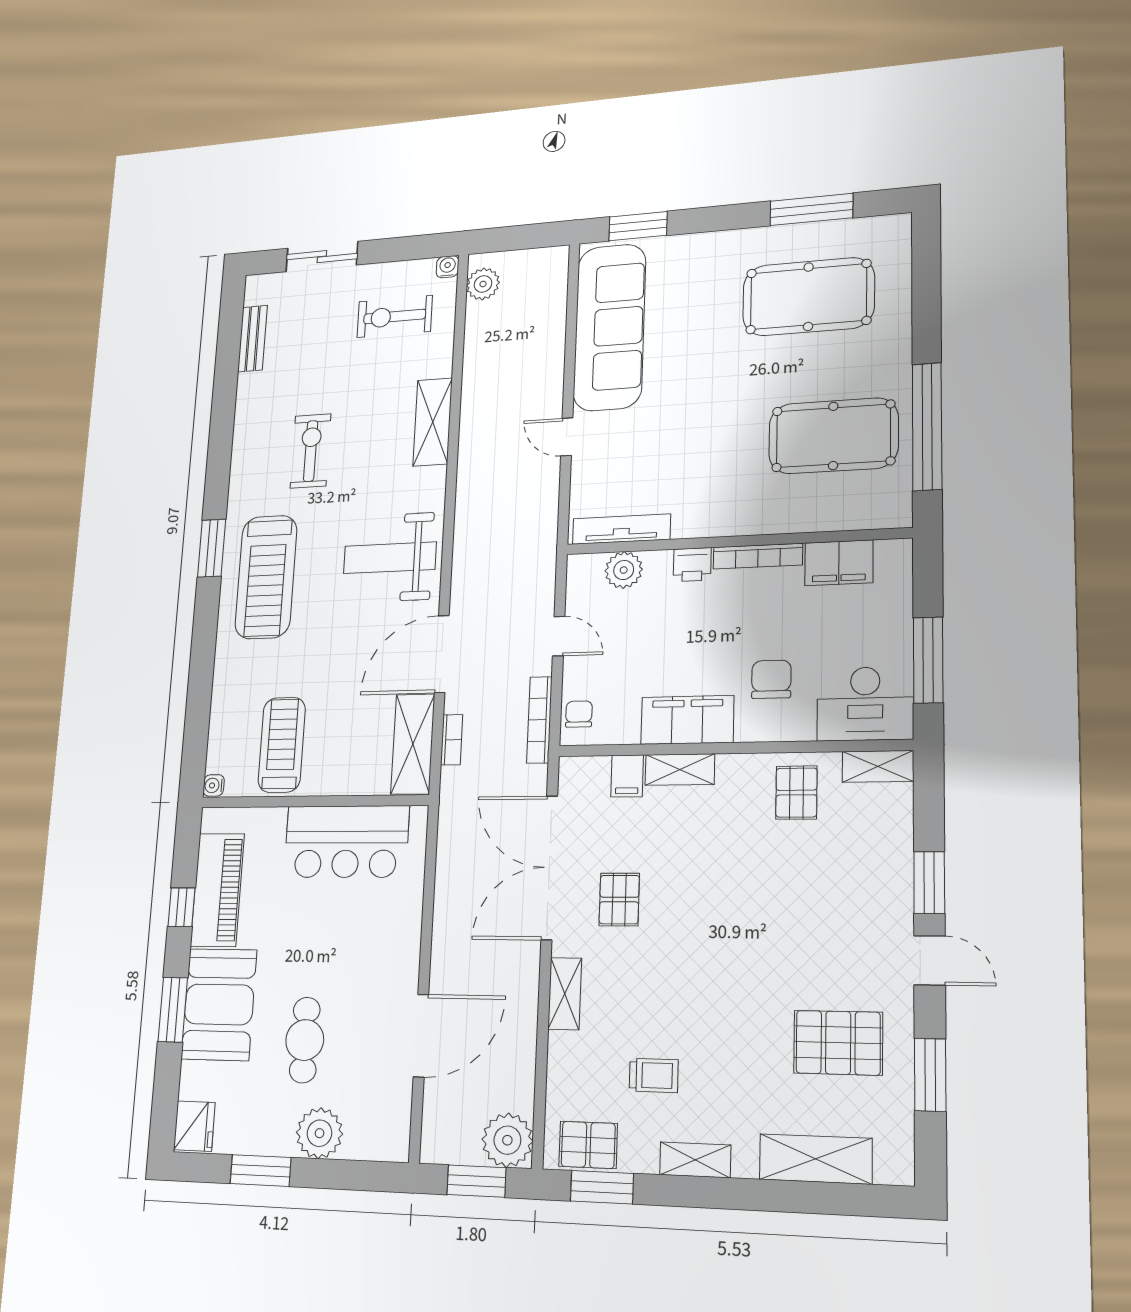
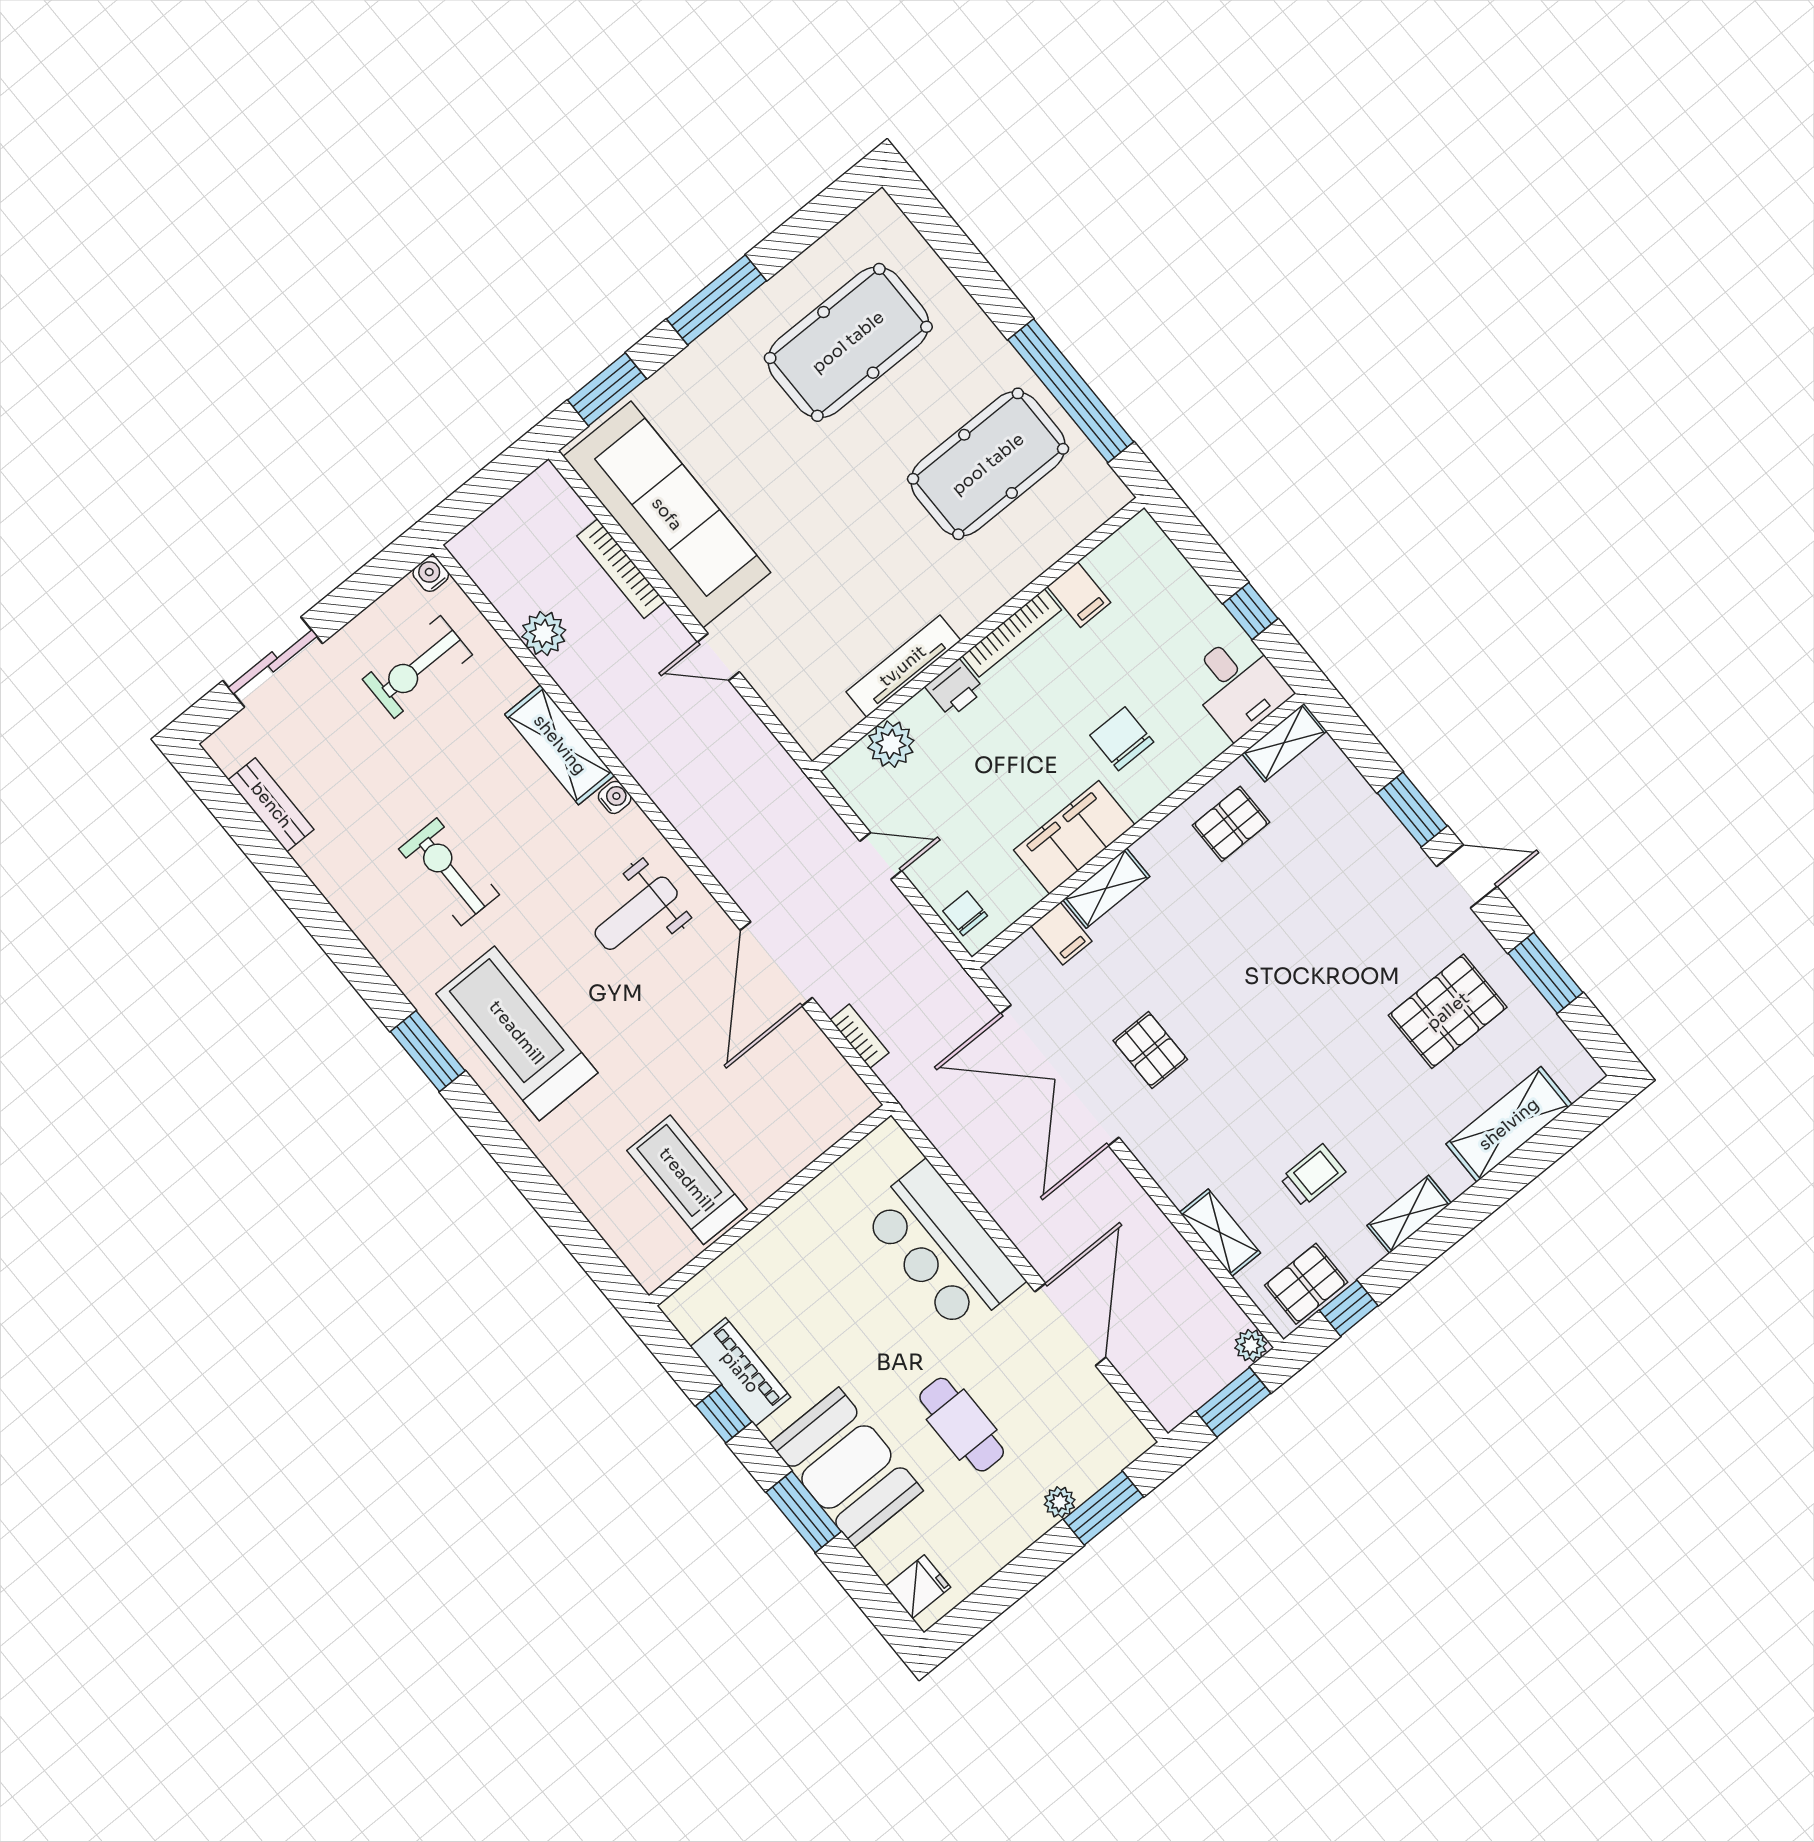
window: (811, 209) -> (717, 300), moved
plant: (483, 284) -> (544, 633), moved
tv unit: (621, 529) -> (903, 666), moved
weight bench: (390, 558) -> (636, 913), width x0.73, depth x0.75
filing cabinet: (839, 563) -> (1079, 595), width x0.50
treadmill: (266, 577) -> (517, 1033), turned 180
window: (928, 660) -> (1250, 611), width x0.46
desk: (865, 704) -> (1238, 685), width x0.73
bookcase: (539, 720) -> (621, 569), moved
shelving: (413, 744) -> (824, 1071), removed
water cooler: (214, 785) -> (615, 797), moved, turned 180
pallet: (796, 793) -> (1231, 824), turned 90
bar counter: (346, 842) -> (942, 1247), moved, turned 90
piano: (217, 890) -> (740, 1372), width x0.73, depth x0.75
shelving: (565, 994) -> (1220, 1233), moved
fridge: (194, 1126) -> (918, 1587), width x0.72
plant: (319, 1133) -> (1060, 1502), width x0.53, depth x0.53
plant: (507, 1140) -> (1251, 1345), width x0.53, depth x0.53
window: (261, 1171) -> (1103, 1508), moved
window: (602, 1187) -> (1349, 1308), width x0.67

